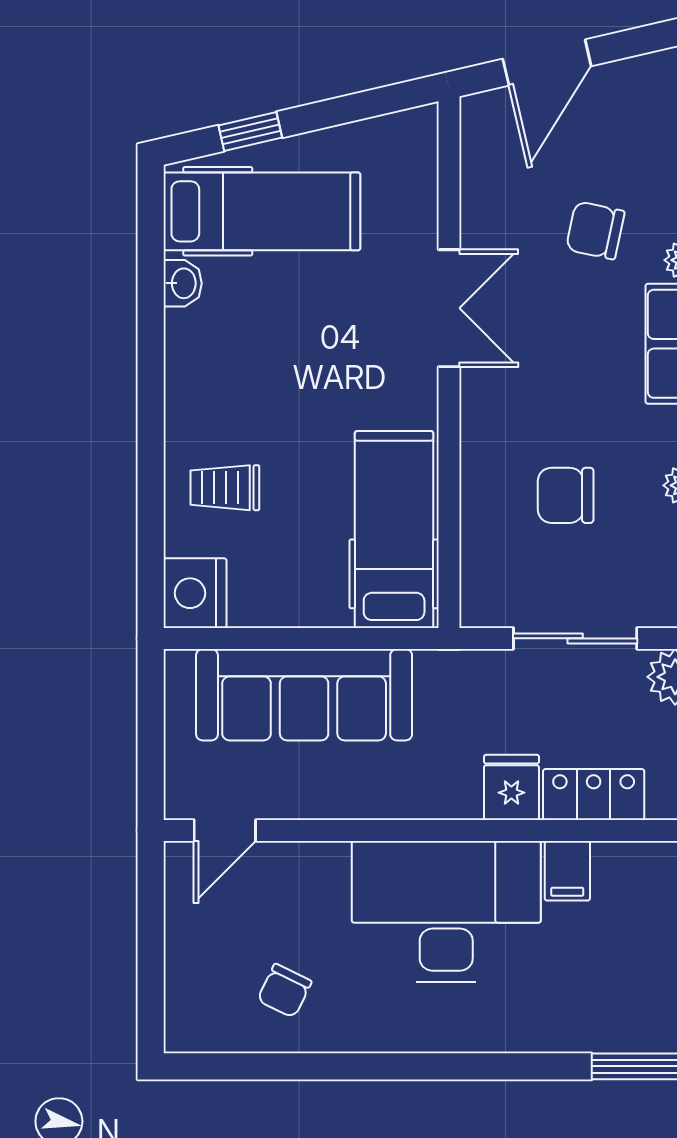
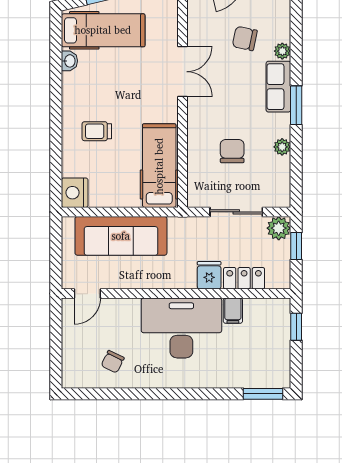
trolley: (225, 488) -> (97, 131), moved
chair: (566, 495) -> (232, 151), turned 90

